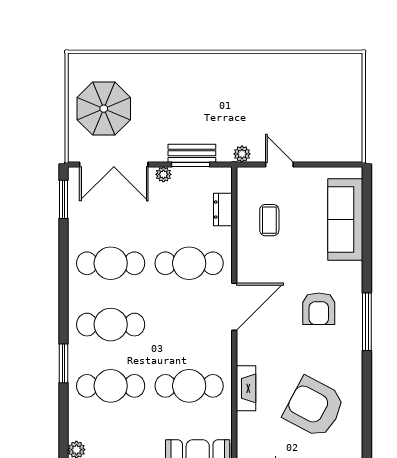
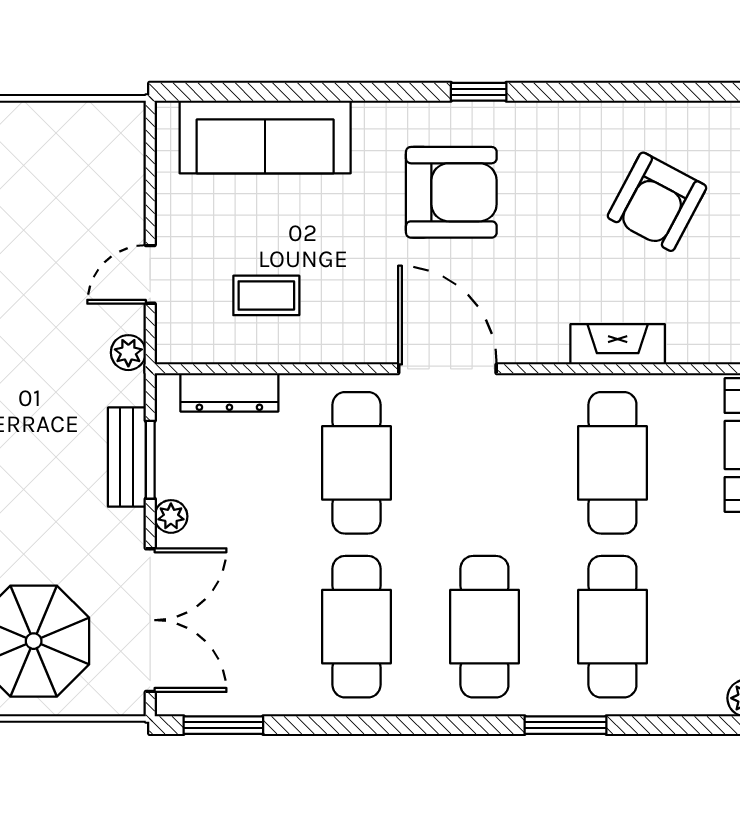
dresser: (223, 210) -> (229, 392), width x1.44
armchair: (319, 309) -> (451, 192), width x1.36, depth x1.36
window: (367, 322) -> (479, 92), width x0.46
armchair: (314, 407) -> (657, 202), width x0.73, depth x0.73

